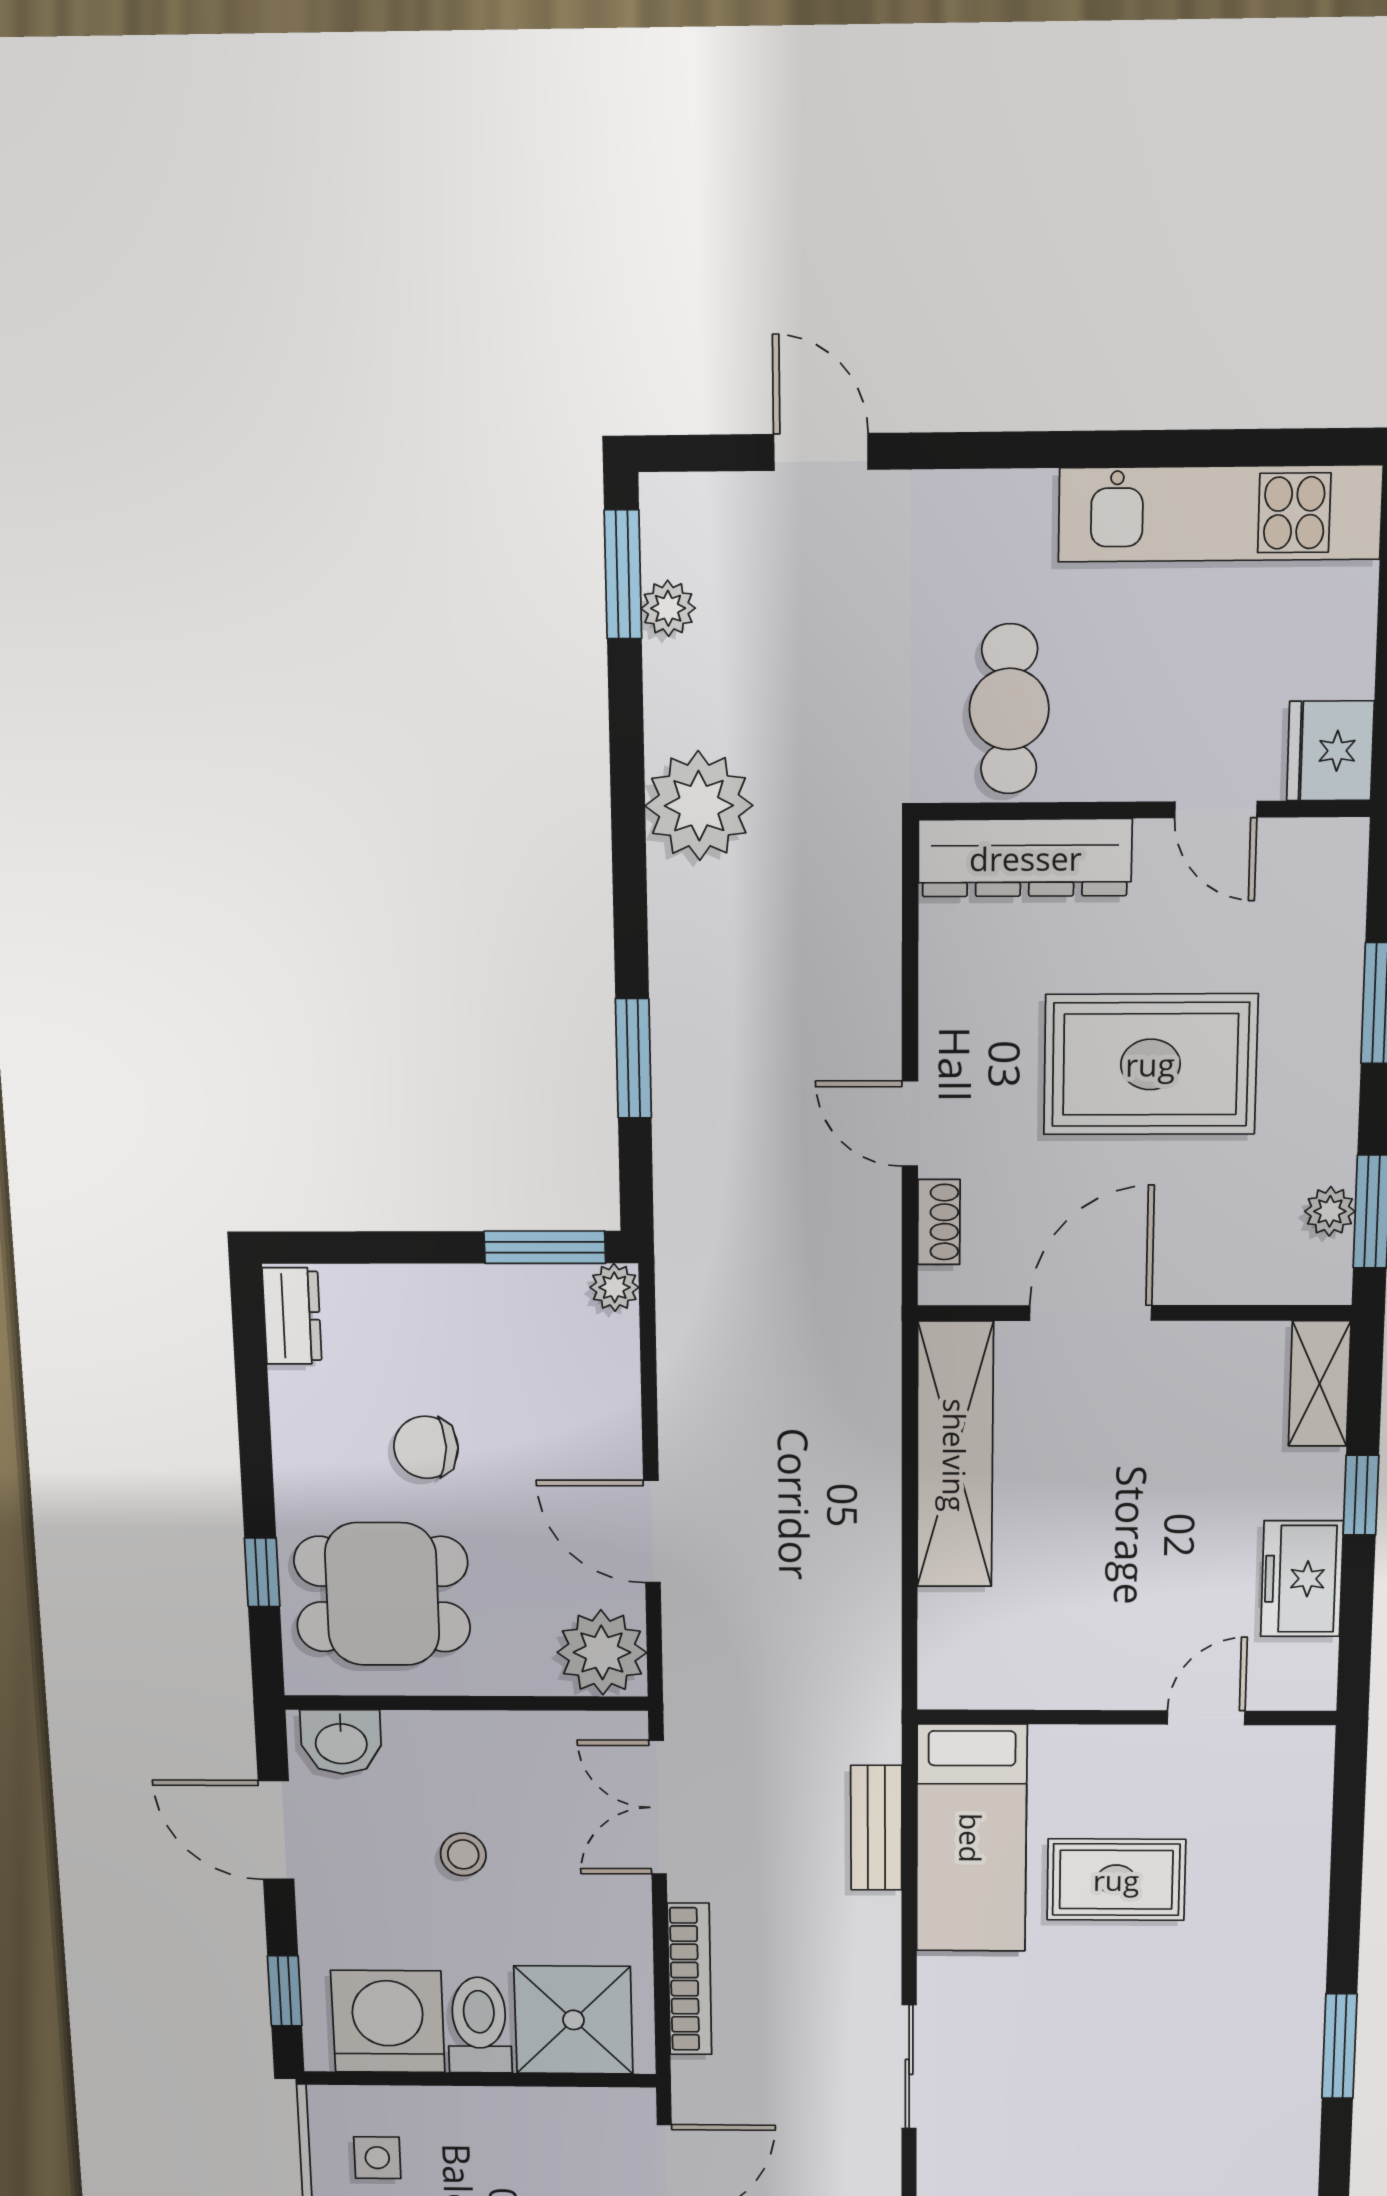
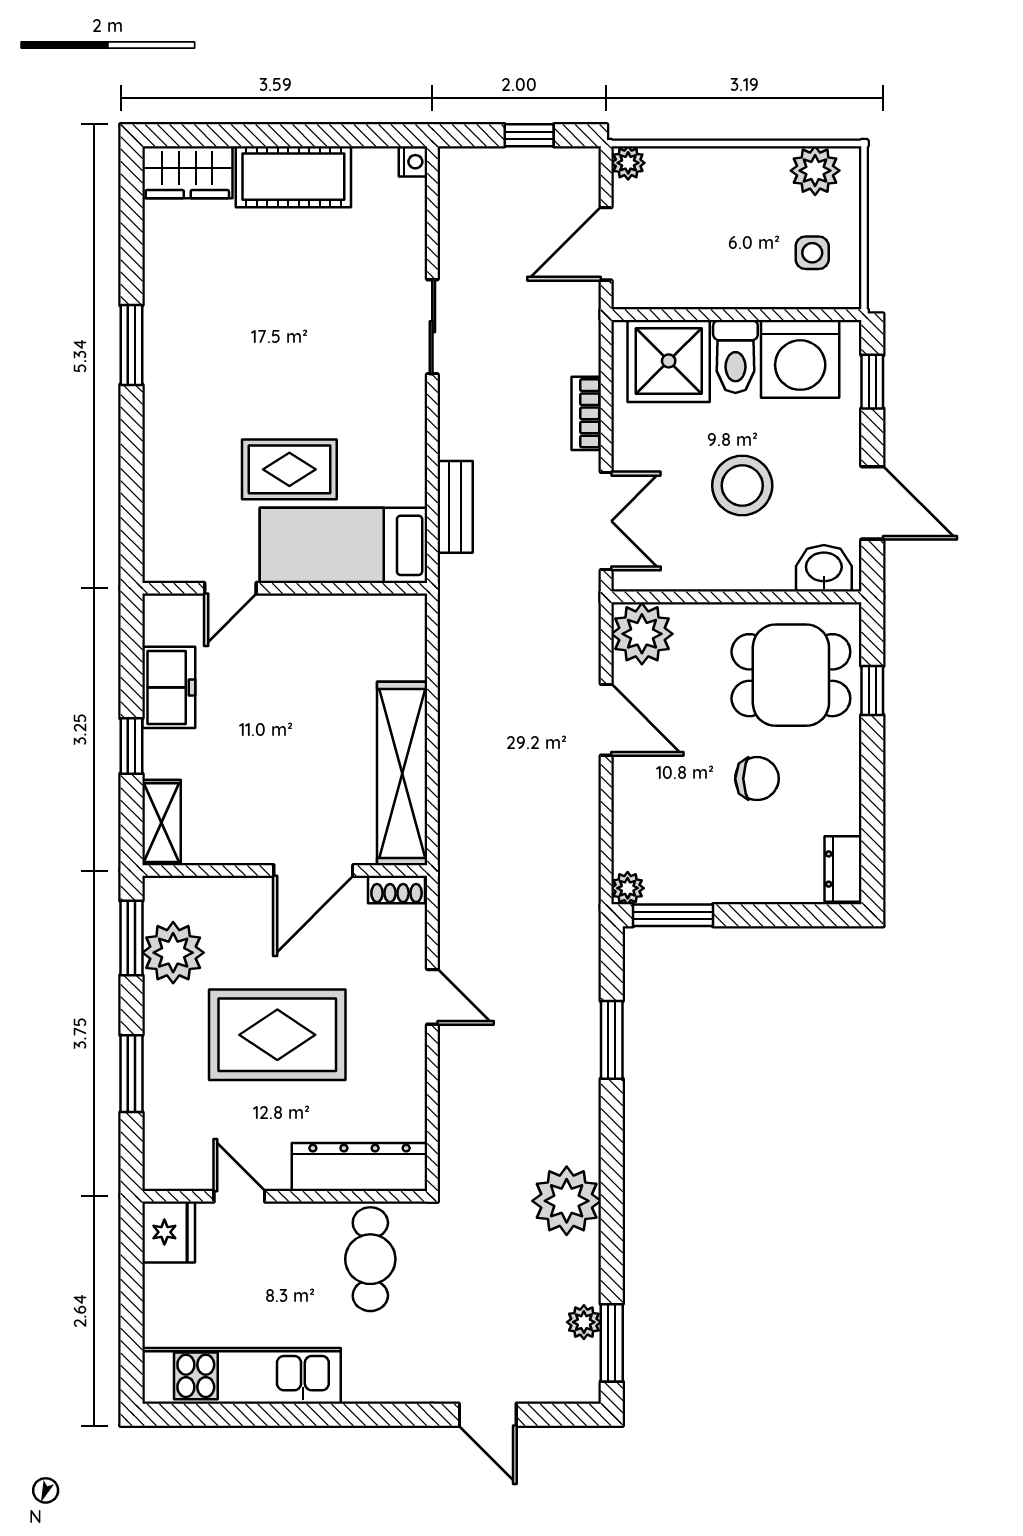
plant: (1330, 1211) -> (173, 953), width x1.87, depth x1.87
shoe rack: (939, 1222) -> (397, 890), moved, turned -90
bed: (971, 1838) -> (344, 545), moved, turned -90
stool: (463, 1854) -> (742, 486), width x1.89, depth x1.89
bookcase: (690, 1979) -> (586, 413), width x0.64

